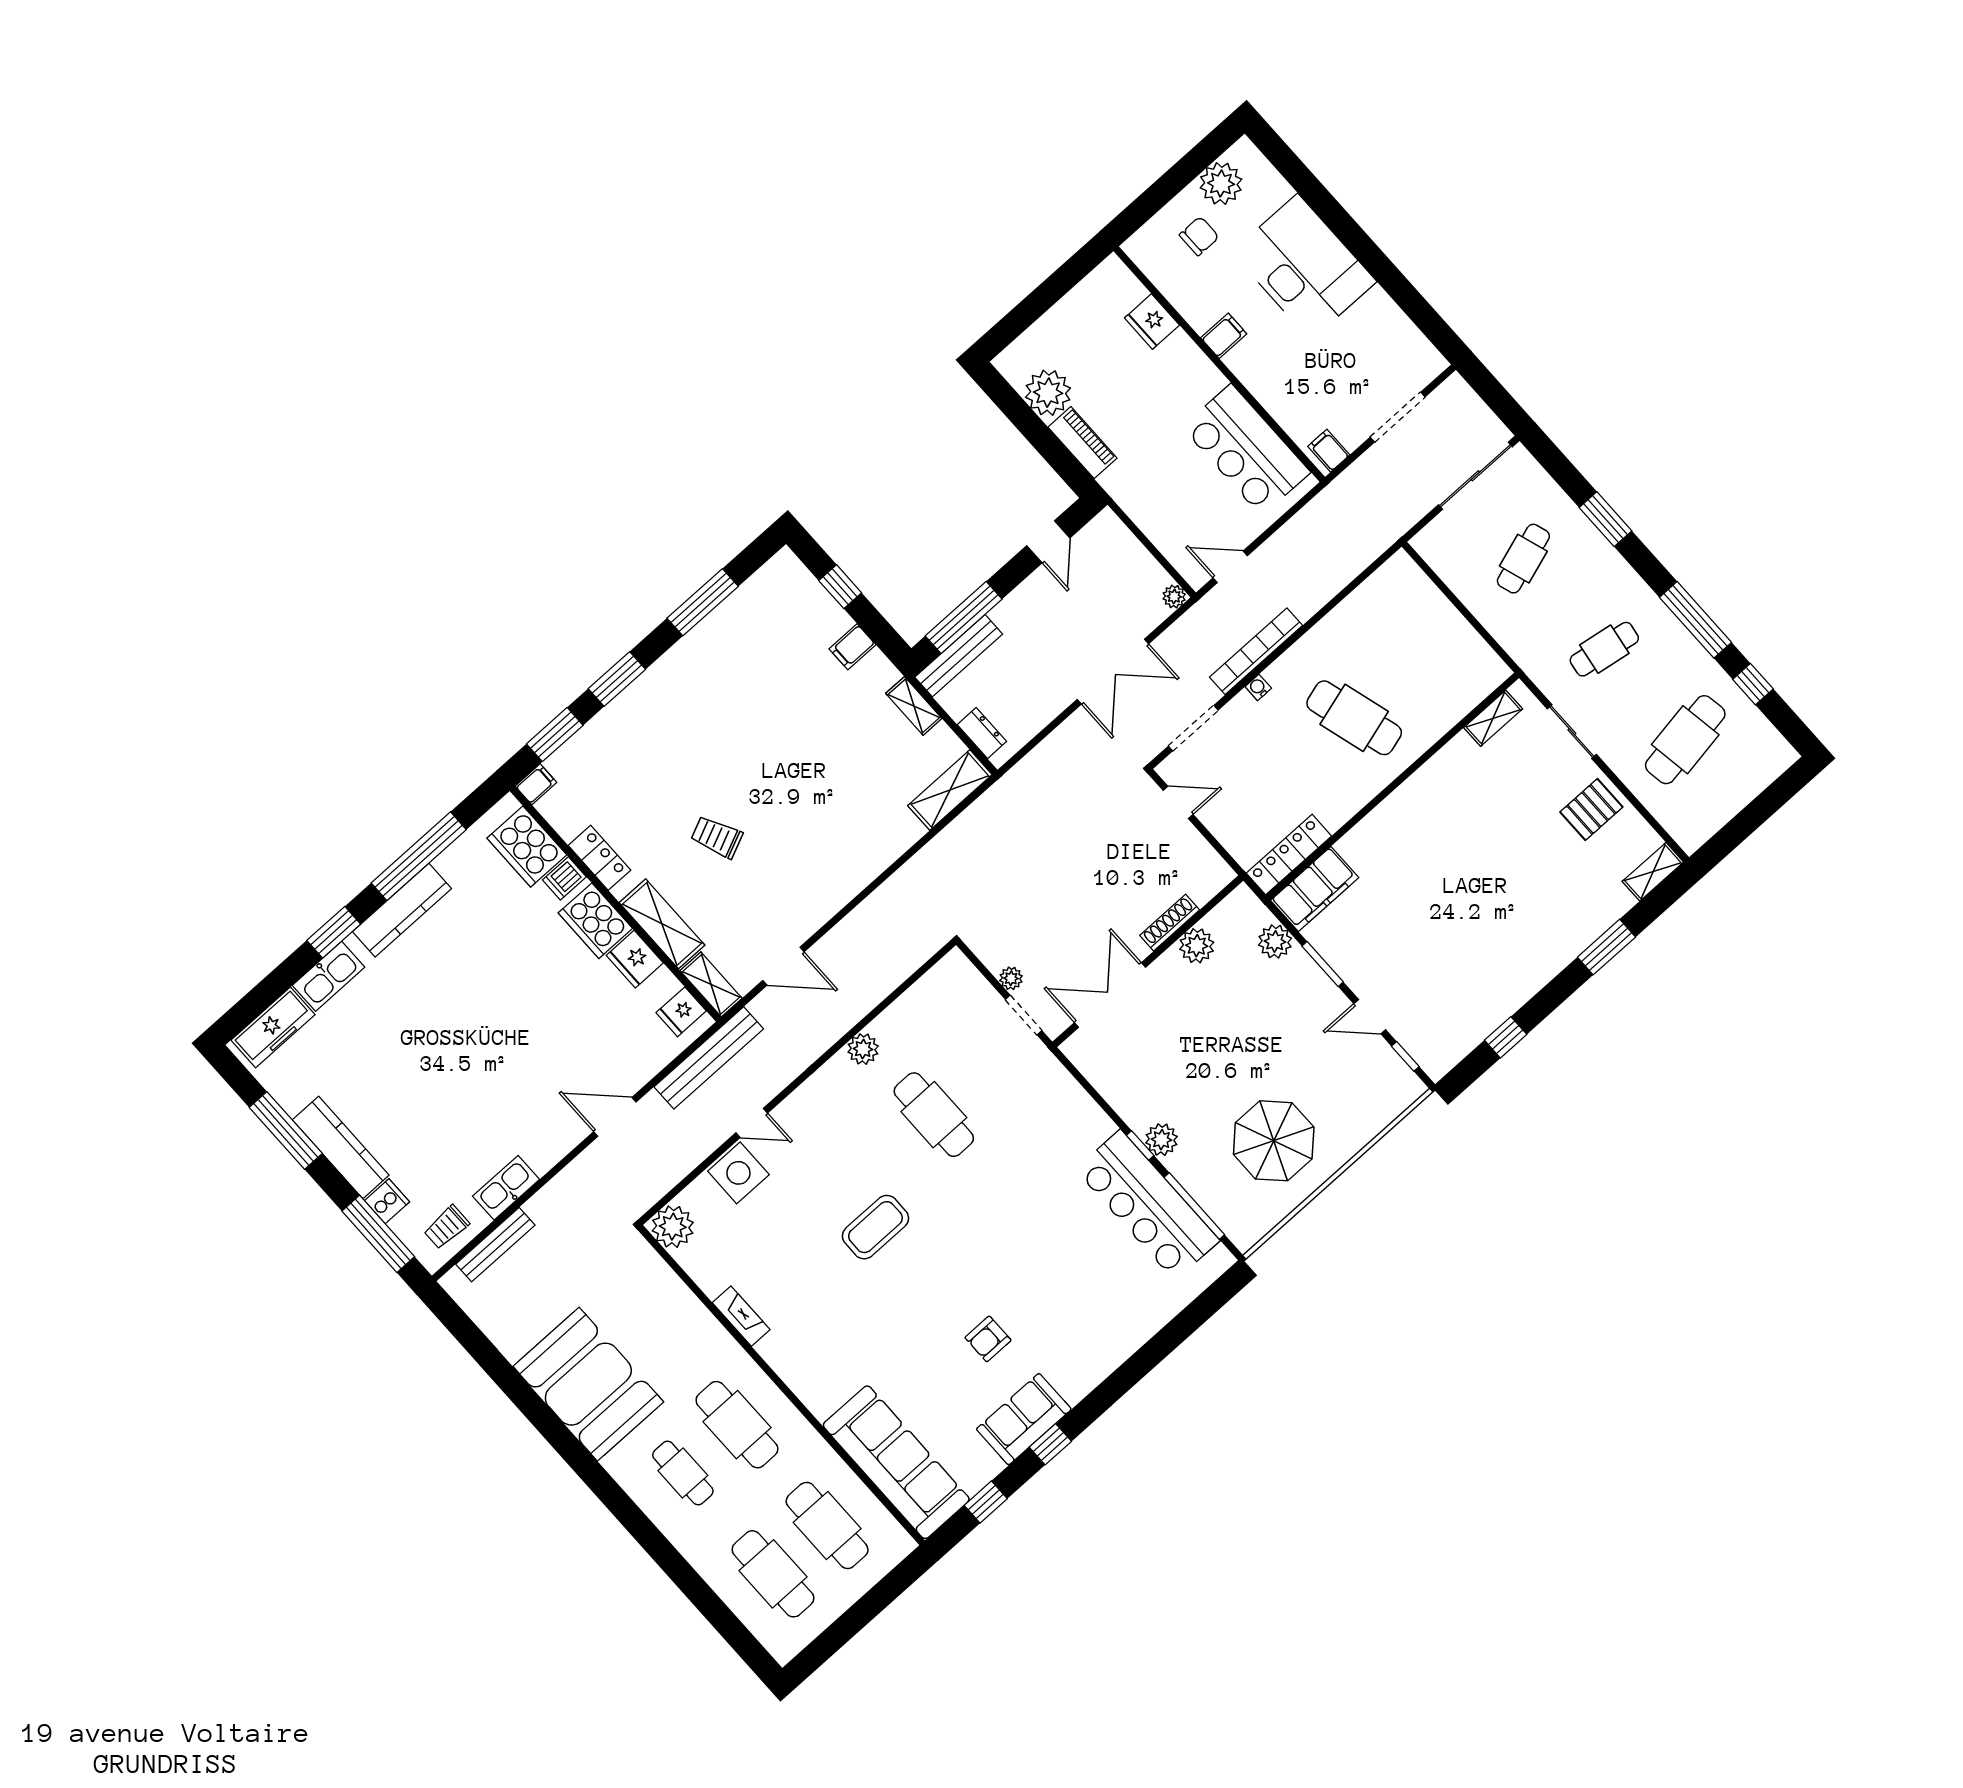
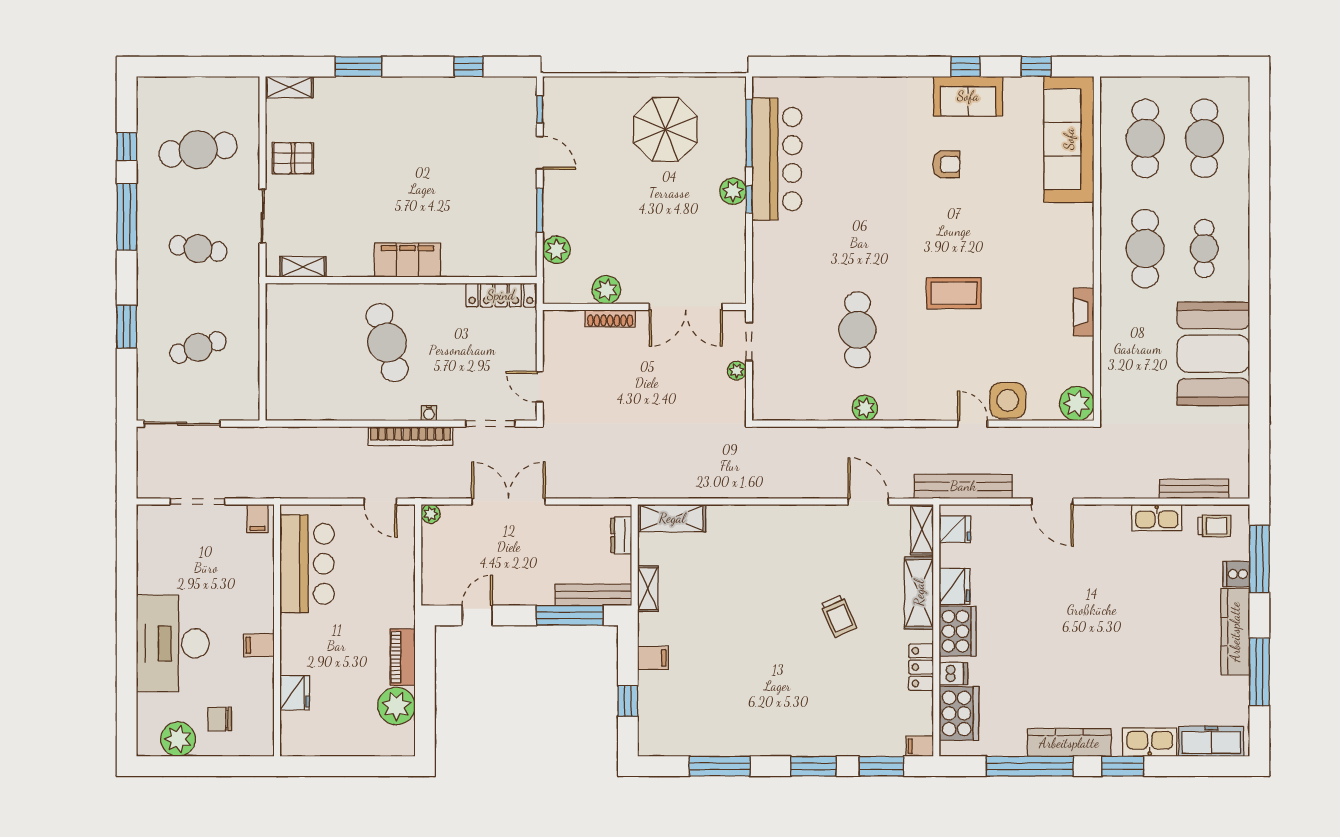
filing cabinet: (1315, 889) -> (407, 260), moved

